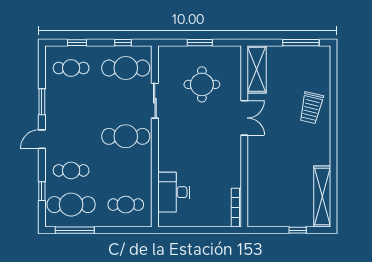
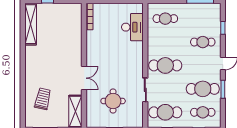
trolley: (311, 108) -> (43, 99), moved
double door: (244, 118) -> (84, 78), swing flipped
cafe table: (71, 205) -> (203, 89), moved

